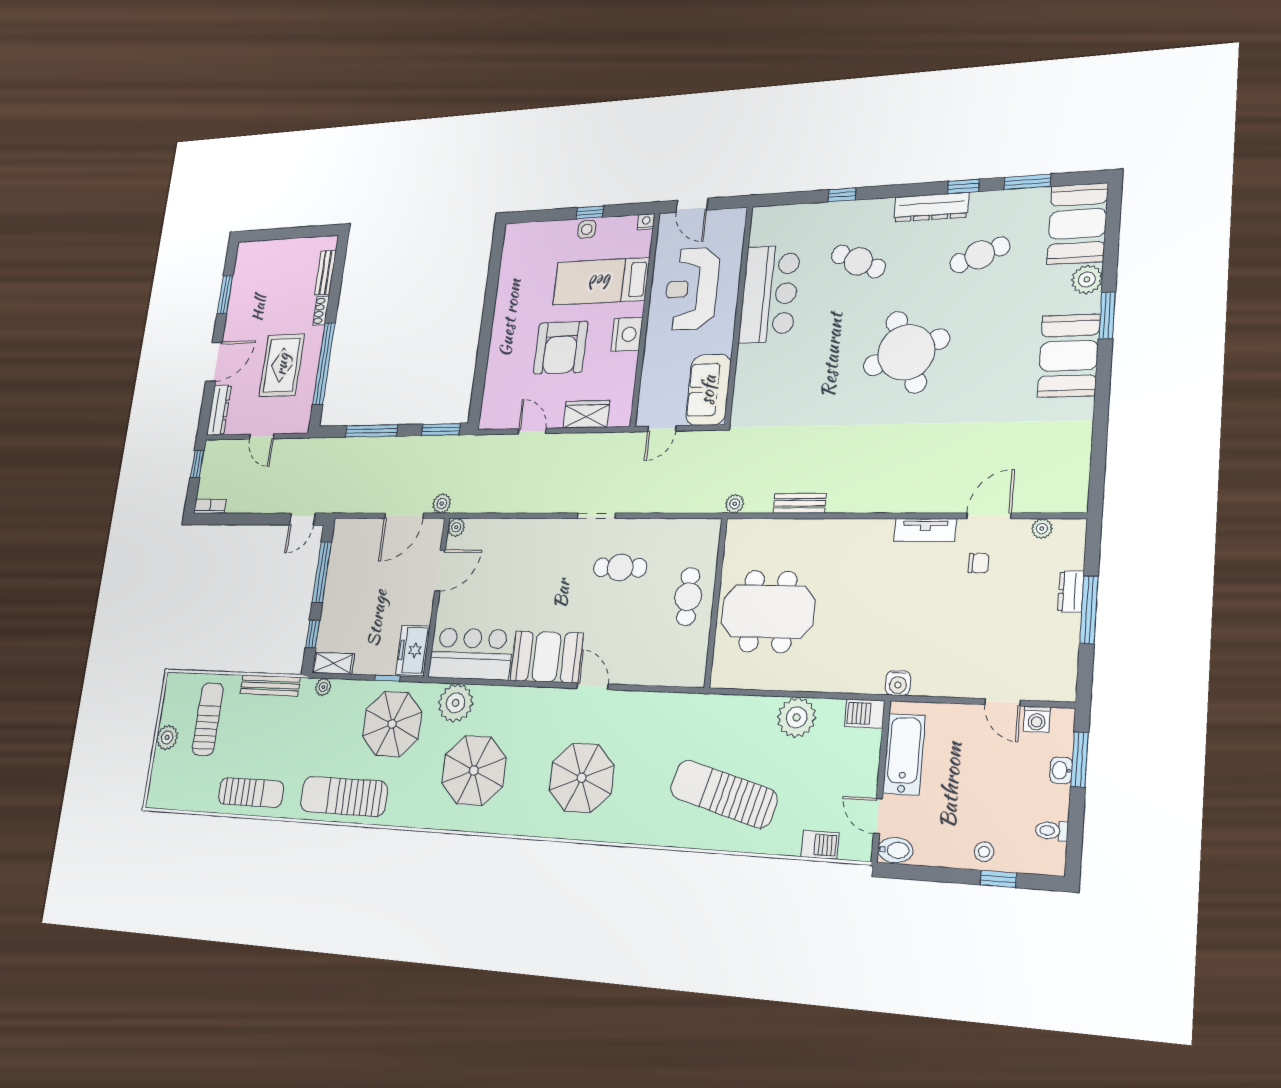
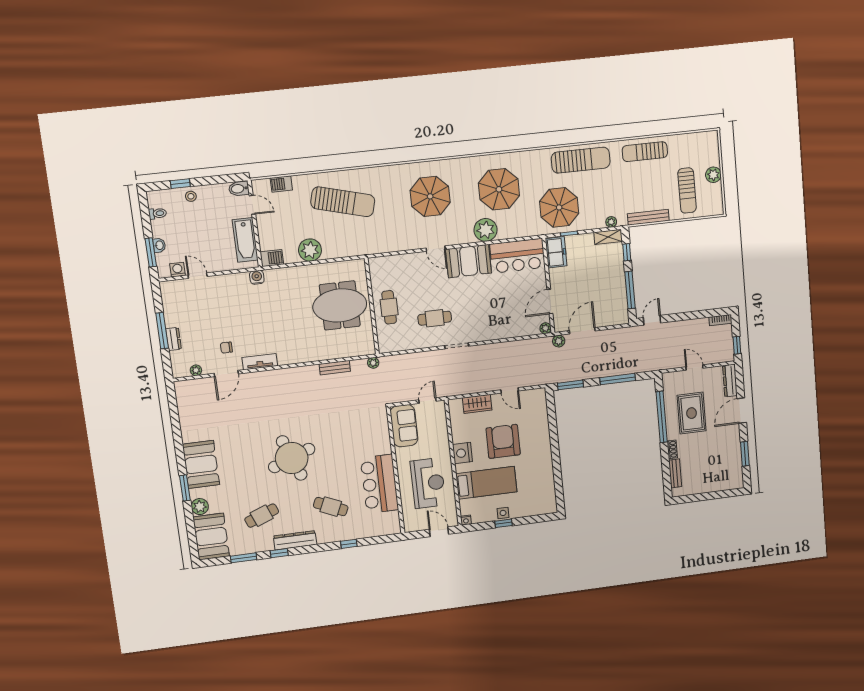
plant: (456, 703) -> (486, 230), moved

